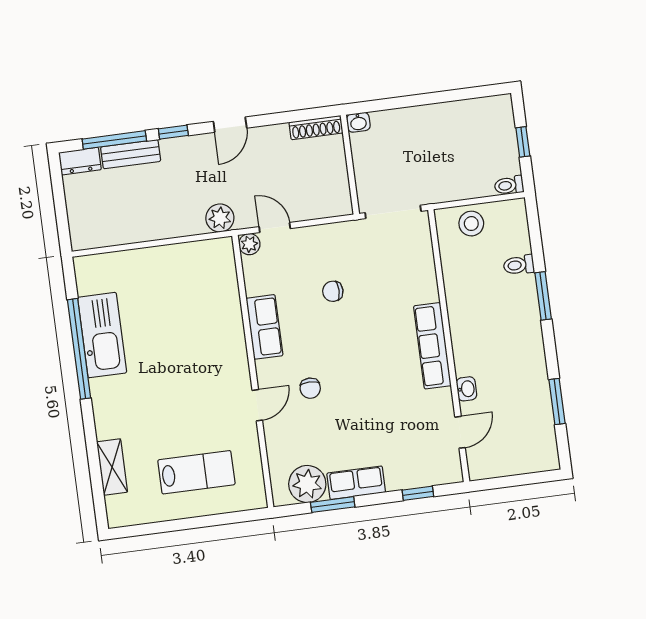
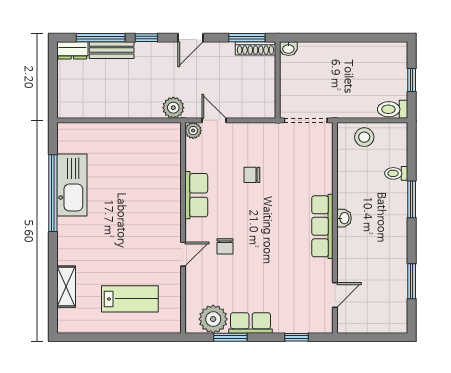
window: (303, 115) -> (247, 38), added
toilet: (509, 185) -> (393, 109), width x1.37, depth x1.39
washbasin: (466, 389) -> (344, 218), moved

